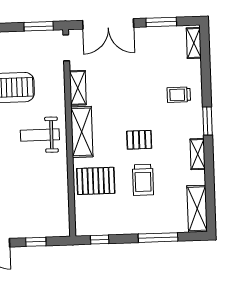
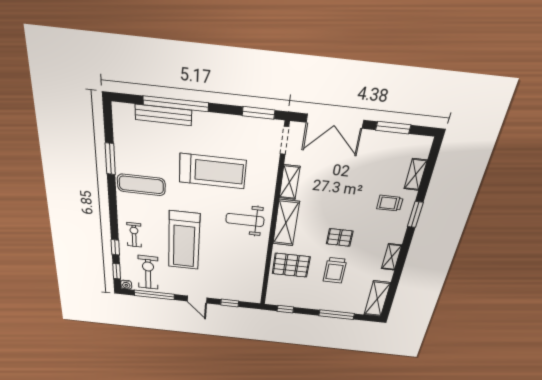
shelving: (194, 43) -> (416, 175), moved
window: (207, 121) -> (415, 215), moved

